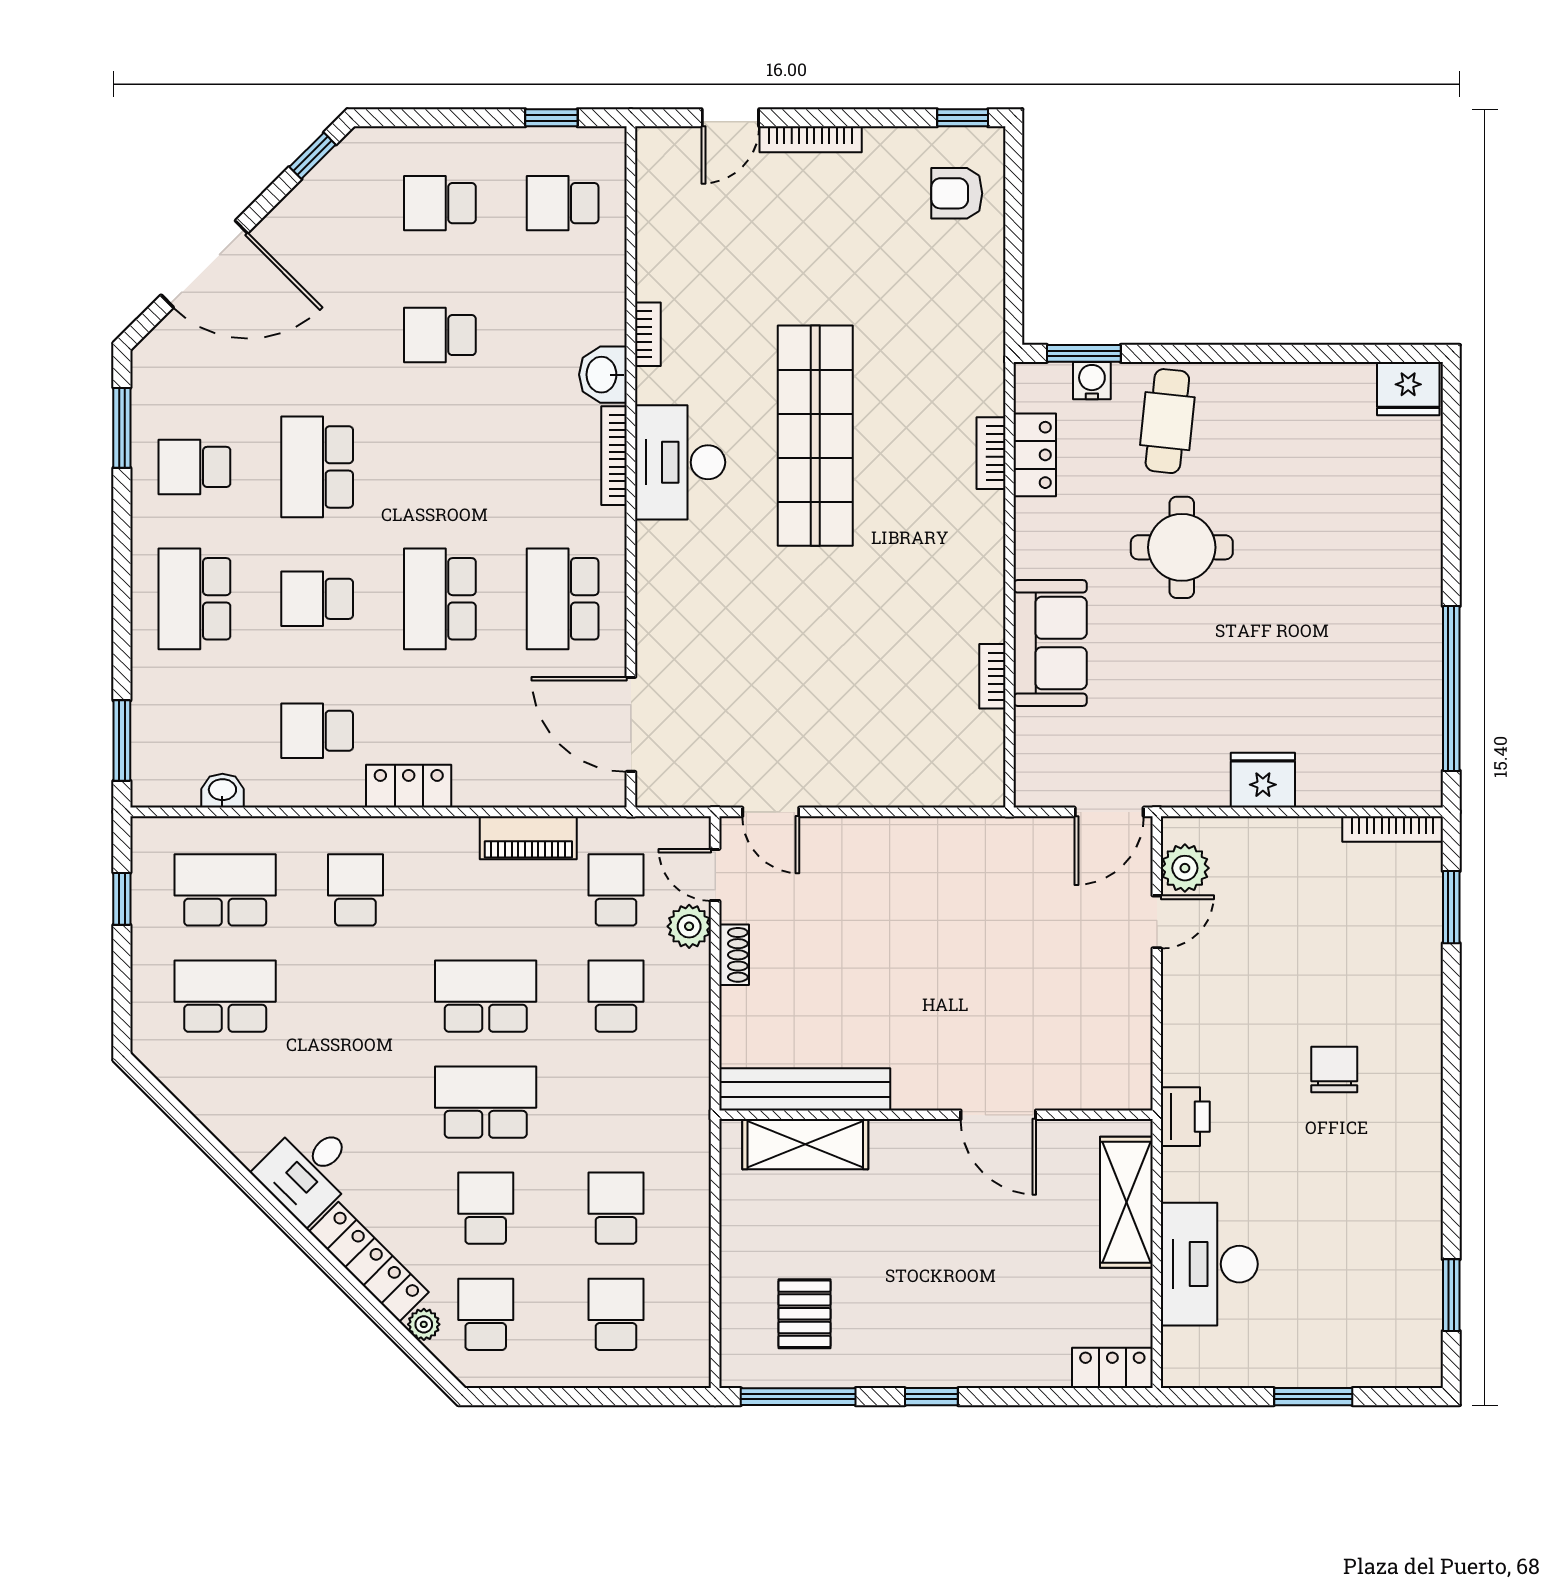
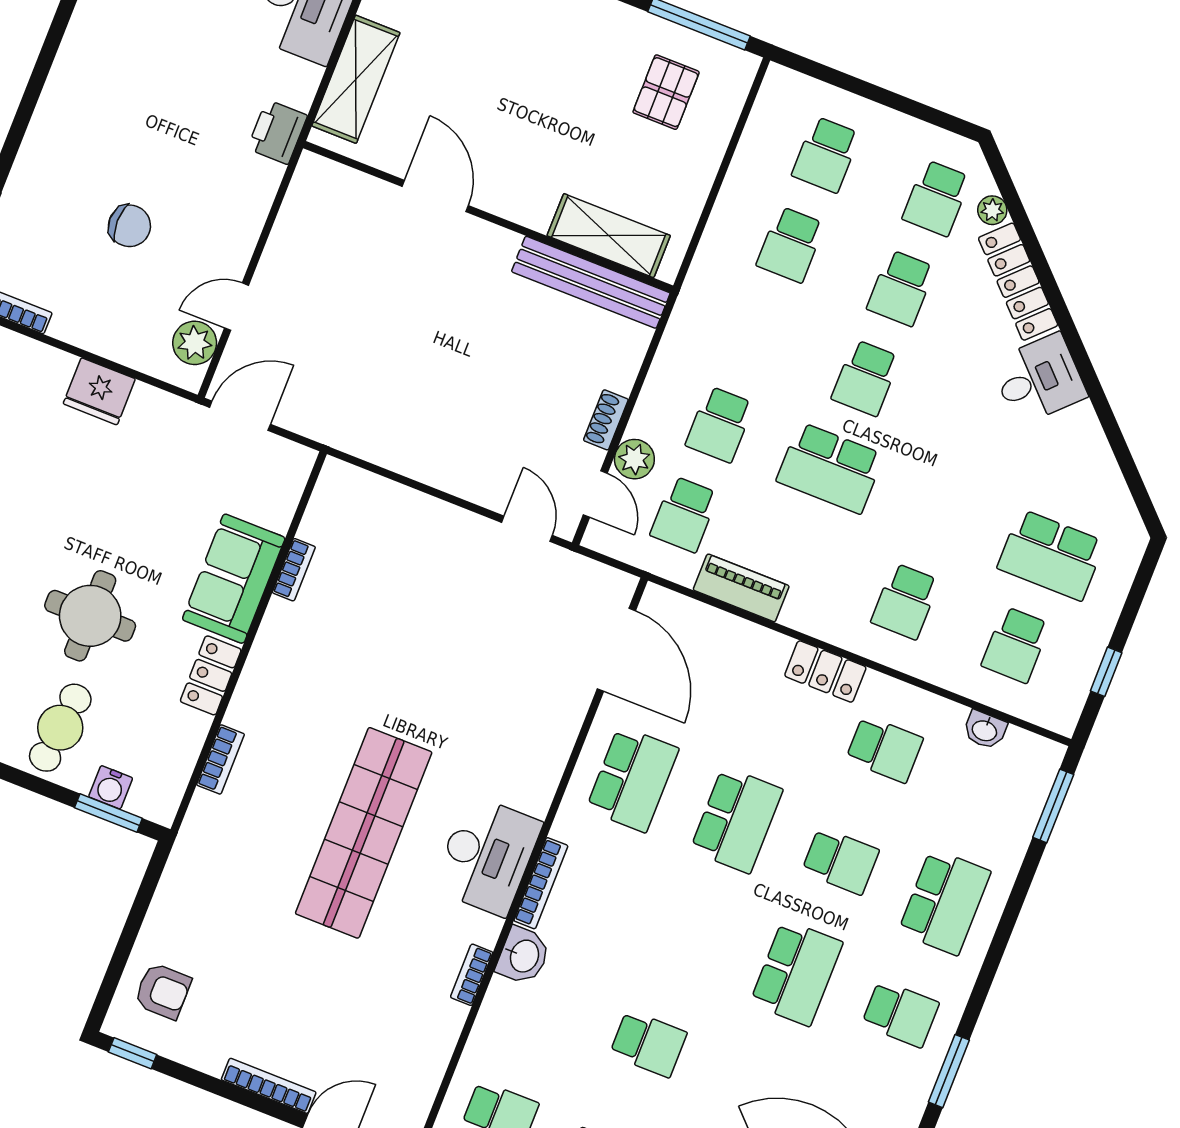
locker: (1035, 455) -> (211, 675), moved
school desk: (225, 890) -> (1016, 645), width x0.54
chair: (1334, 1070) -> (129, 226), moved, turned -90
school desk: (486, 1102) -> (866, 378), width x0.54

